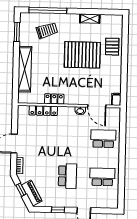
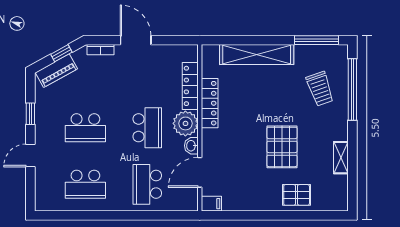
window: (17, 32) -> (316, 40), width x1.44
pallet: (82, 55) -> (282, 147), width x0.73, depth x0.71
locker: (54, 99) -> (210, 103), width x1.53
plant: (66, 114) -> (185, 123), added
school desk: (68, 138) -> (147, 128), added
school desk: (103, 139) -> (147, 184), turned 180
school desk: (102, 177) -> (85, 184), turned 90

